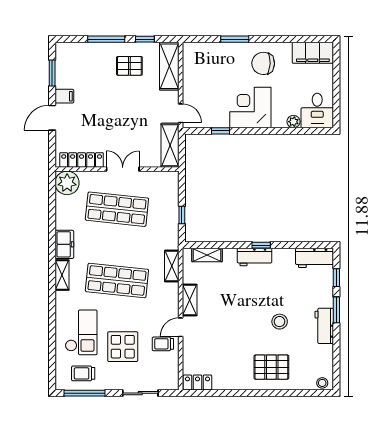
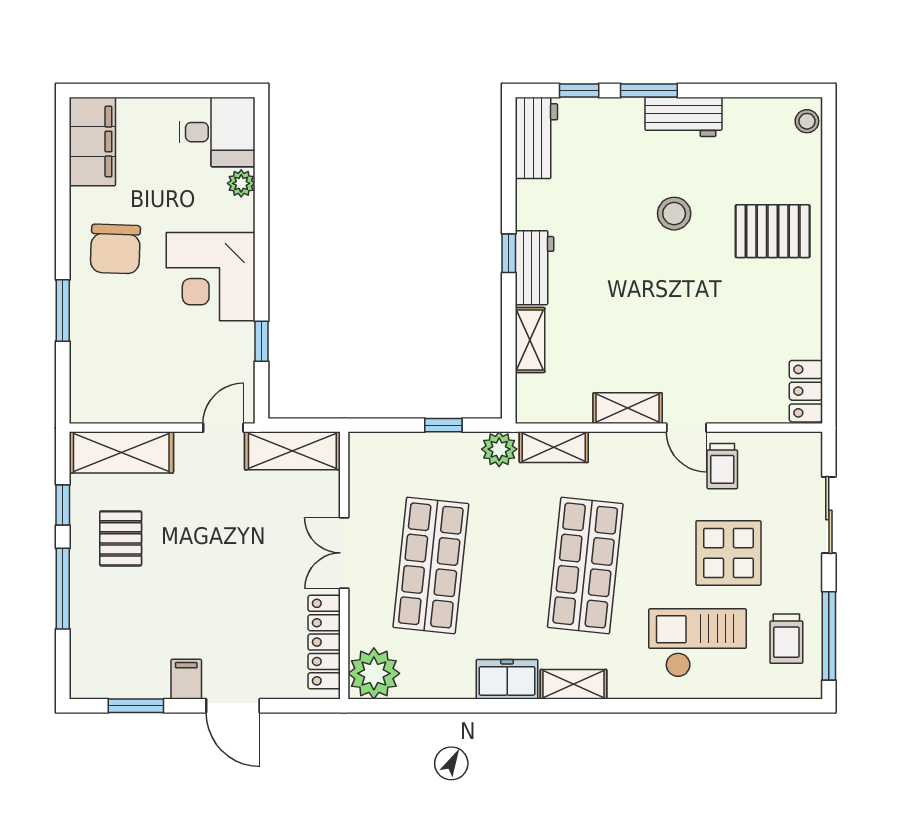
plant: (171, 241) -> (499, 449), added
shelving: (207, 255) -> (530, 340), moved
pallet: (271, 367) -> (773, 231), turned 90

